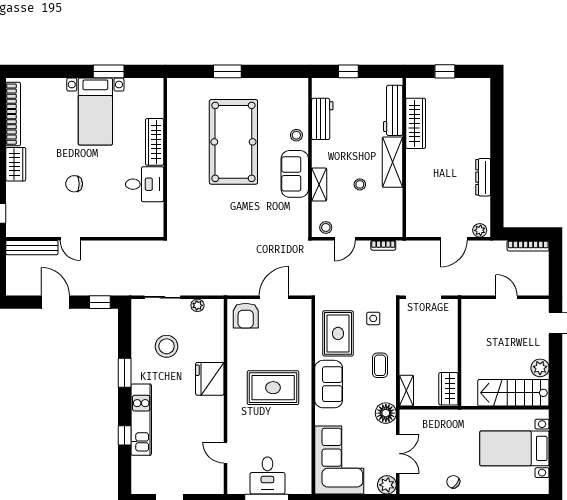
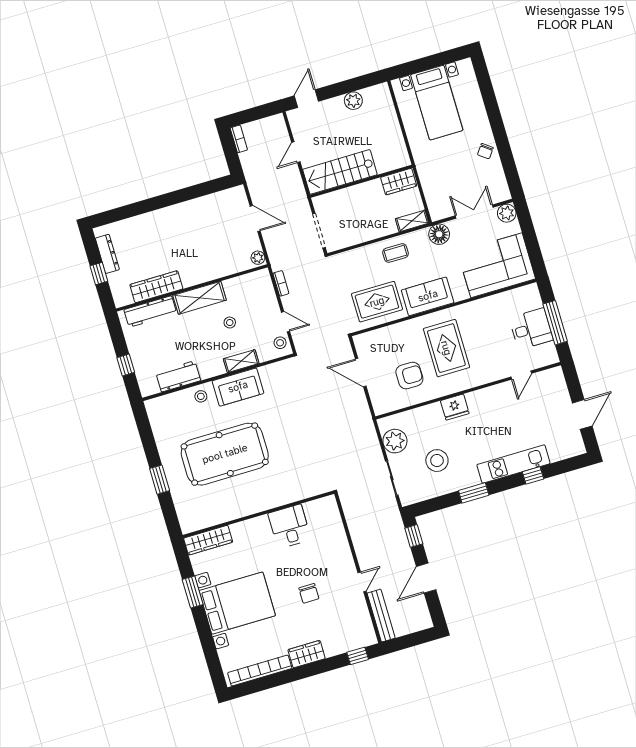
bed with nightstands: (95, 111) -> (237, 603), width x1.36
wardrobe: (155, 142) -> (208, 540), moved
dresser: (483, 177) -> (107, 254), moved, turned -90
plant: (480, 230) -> (258, 258), moved
bookcase: (528, 246) -> (239, 139), width x0.64
plant: (197, 305) -> (395, 441), width x1.88, depth x1.88
armchair: (246, 316) -> (409, 376), moved
side table: (373, 318) -> (353, 272), removed
fridge: (210, 379) -> (455, 407), width x0.73, depth x0.75
stairs: (513, 393) -> (340, 172), moved, turned 90

